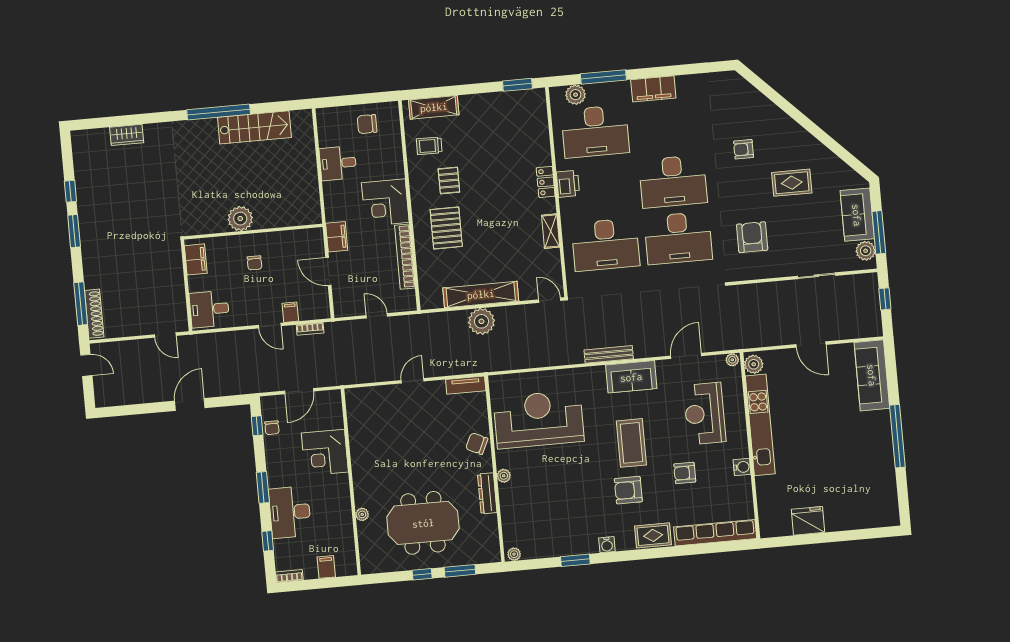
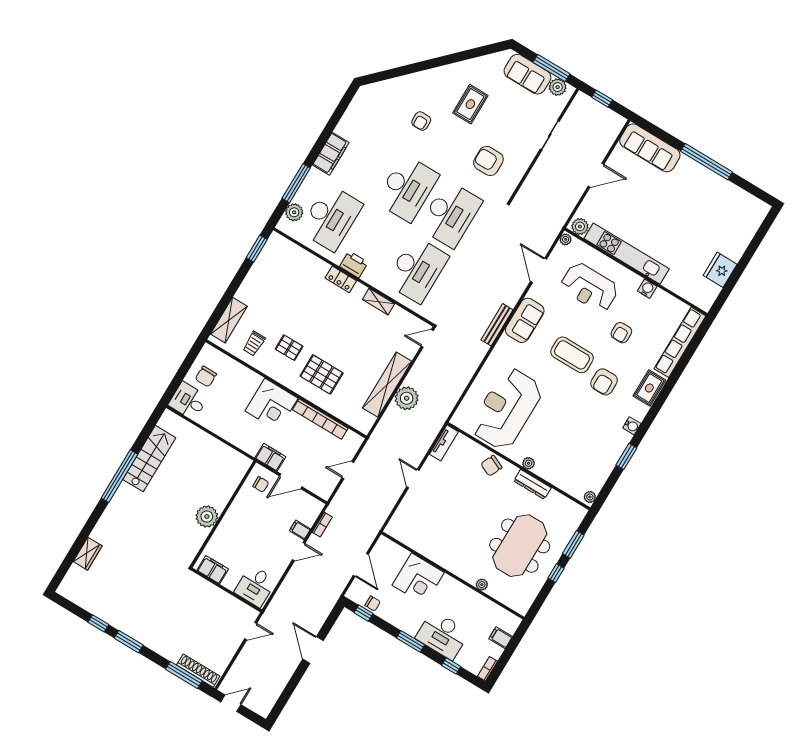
desk: (338, 163) -> (188, 401), moved, turned 90
chair: (254, 263) -> (261, 484), moved

